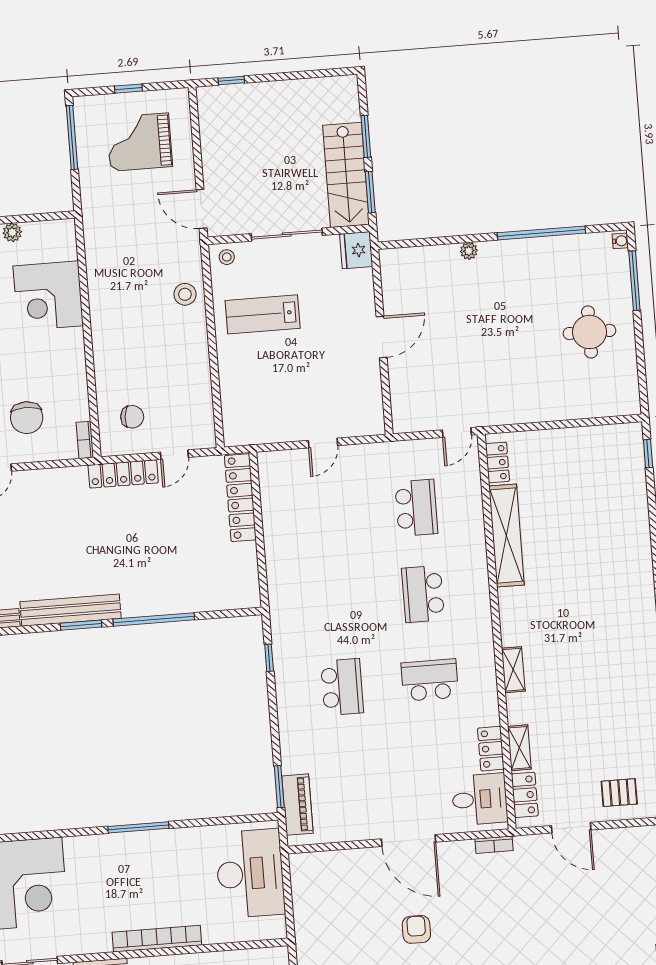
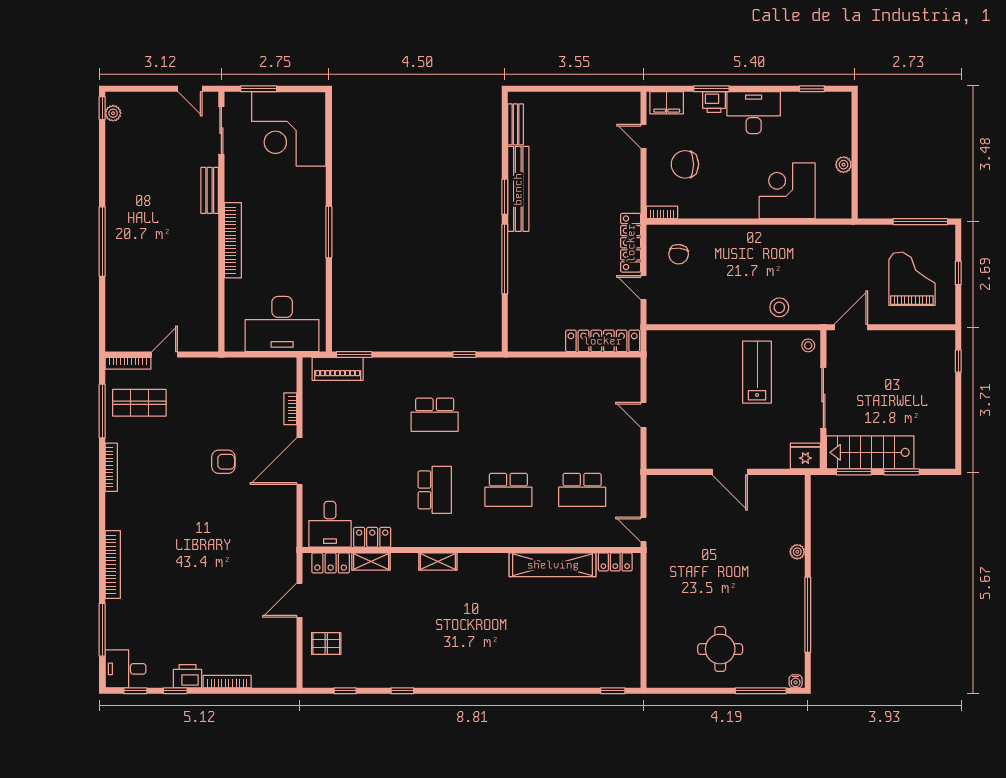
school desk: (423, 594) -> (508, 490), turned 180
pallet: (619, 793) -> (326, 643), turned 90
bookcase: (494, 845) -> (290, 409), moved

